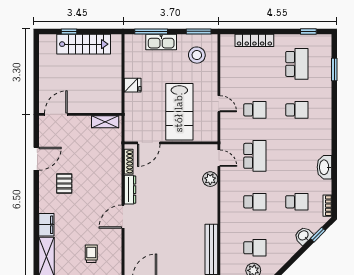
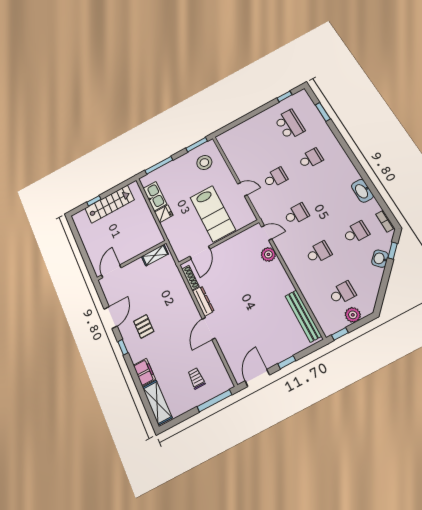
locker: (254, 40) -> (245, 127), removed
kitchen sink: (161, 42) -> (155, 196), moved, turned -90
school desk: (255, 156) -> (296, 214), width x0.54
window: (36, 192) -> (123, 347), added

